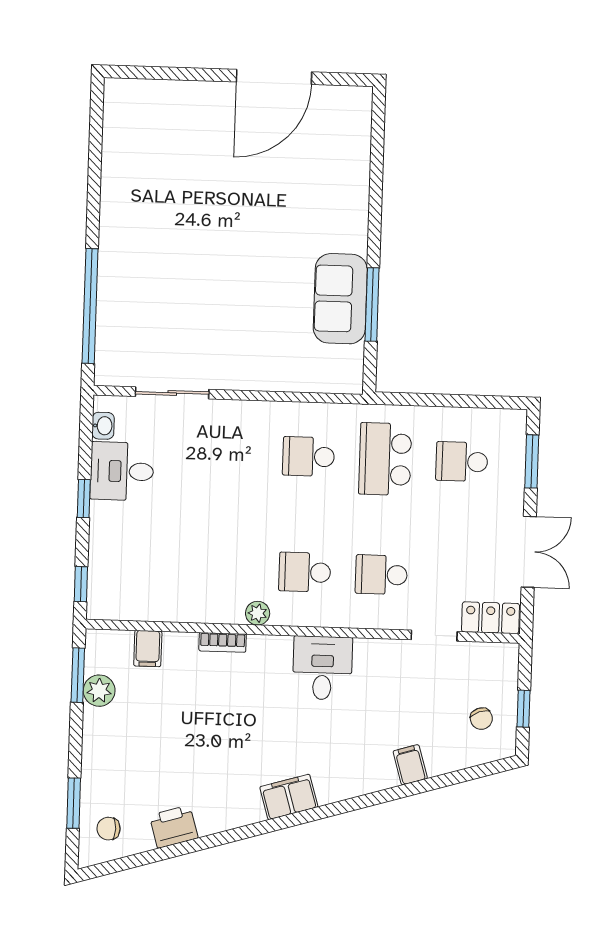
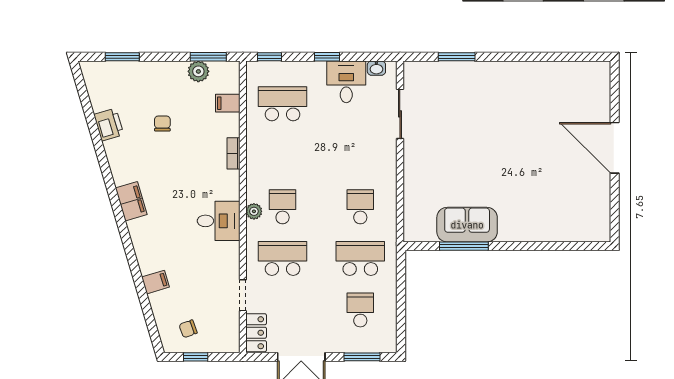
door: (274, 77) -> (615, 148), moved
window: (90, 306) -> (457, 57), width x0.47
school desk: (151, 567) -> (283, 104), added
school desk: (381, 575) -> (283, 258), width x1.85
plant: (258, 613) -> (254, 211), moved
chair: (109, 829) -> (162, 124), moved

